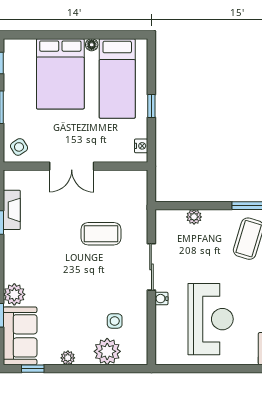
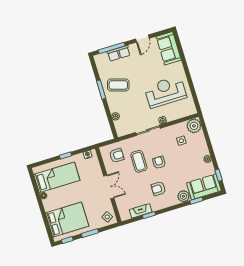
bed: (60, 74) -> (67, 220), moved
armchair: (124, 197) -> (117, 155), added
armchair: (42, 254) -> (158, 189), added
armchair: (88, 269) -> (159, 162), added
plant: (107, 351) -> (194, 126), moved

